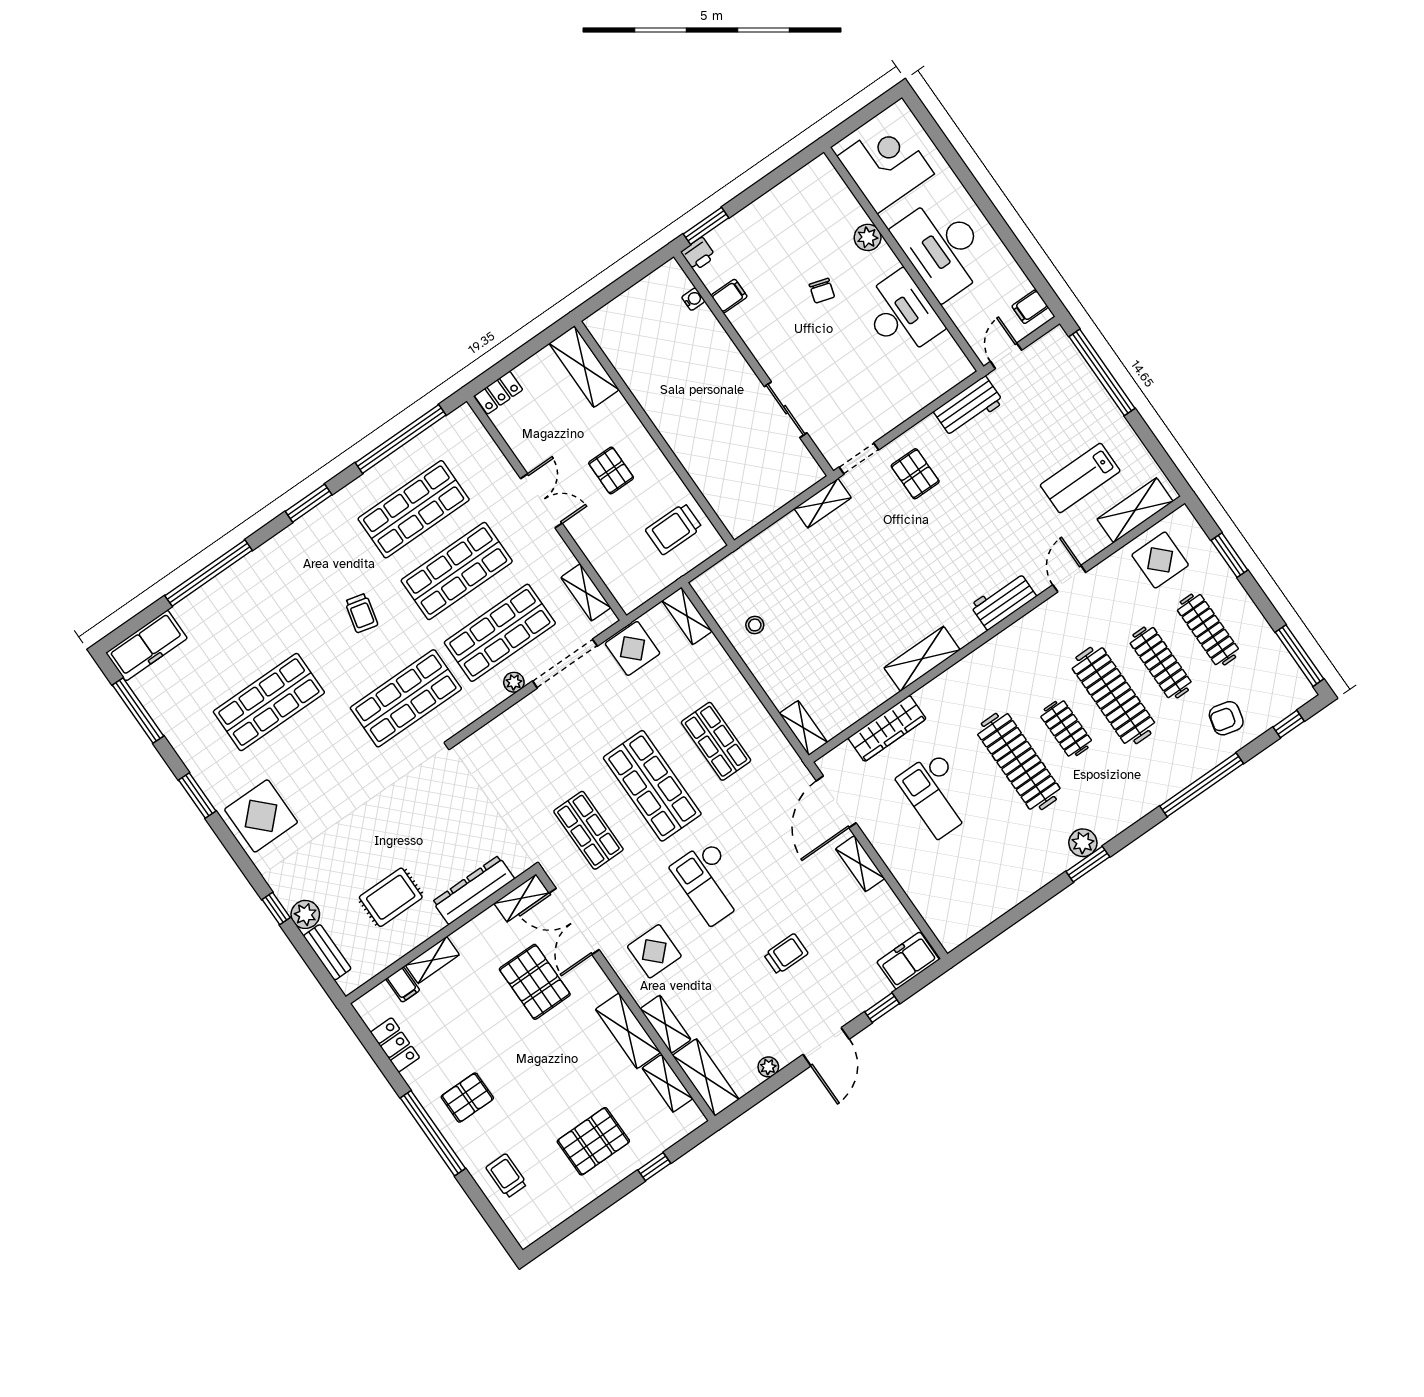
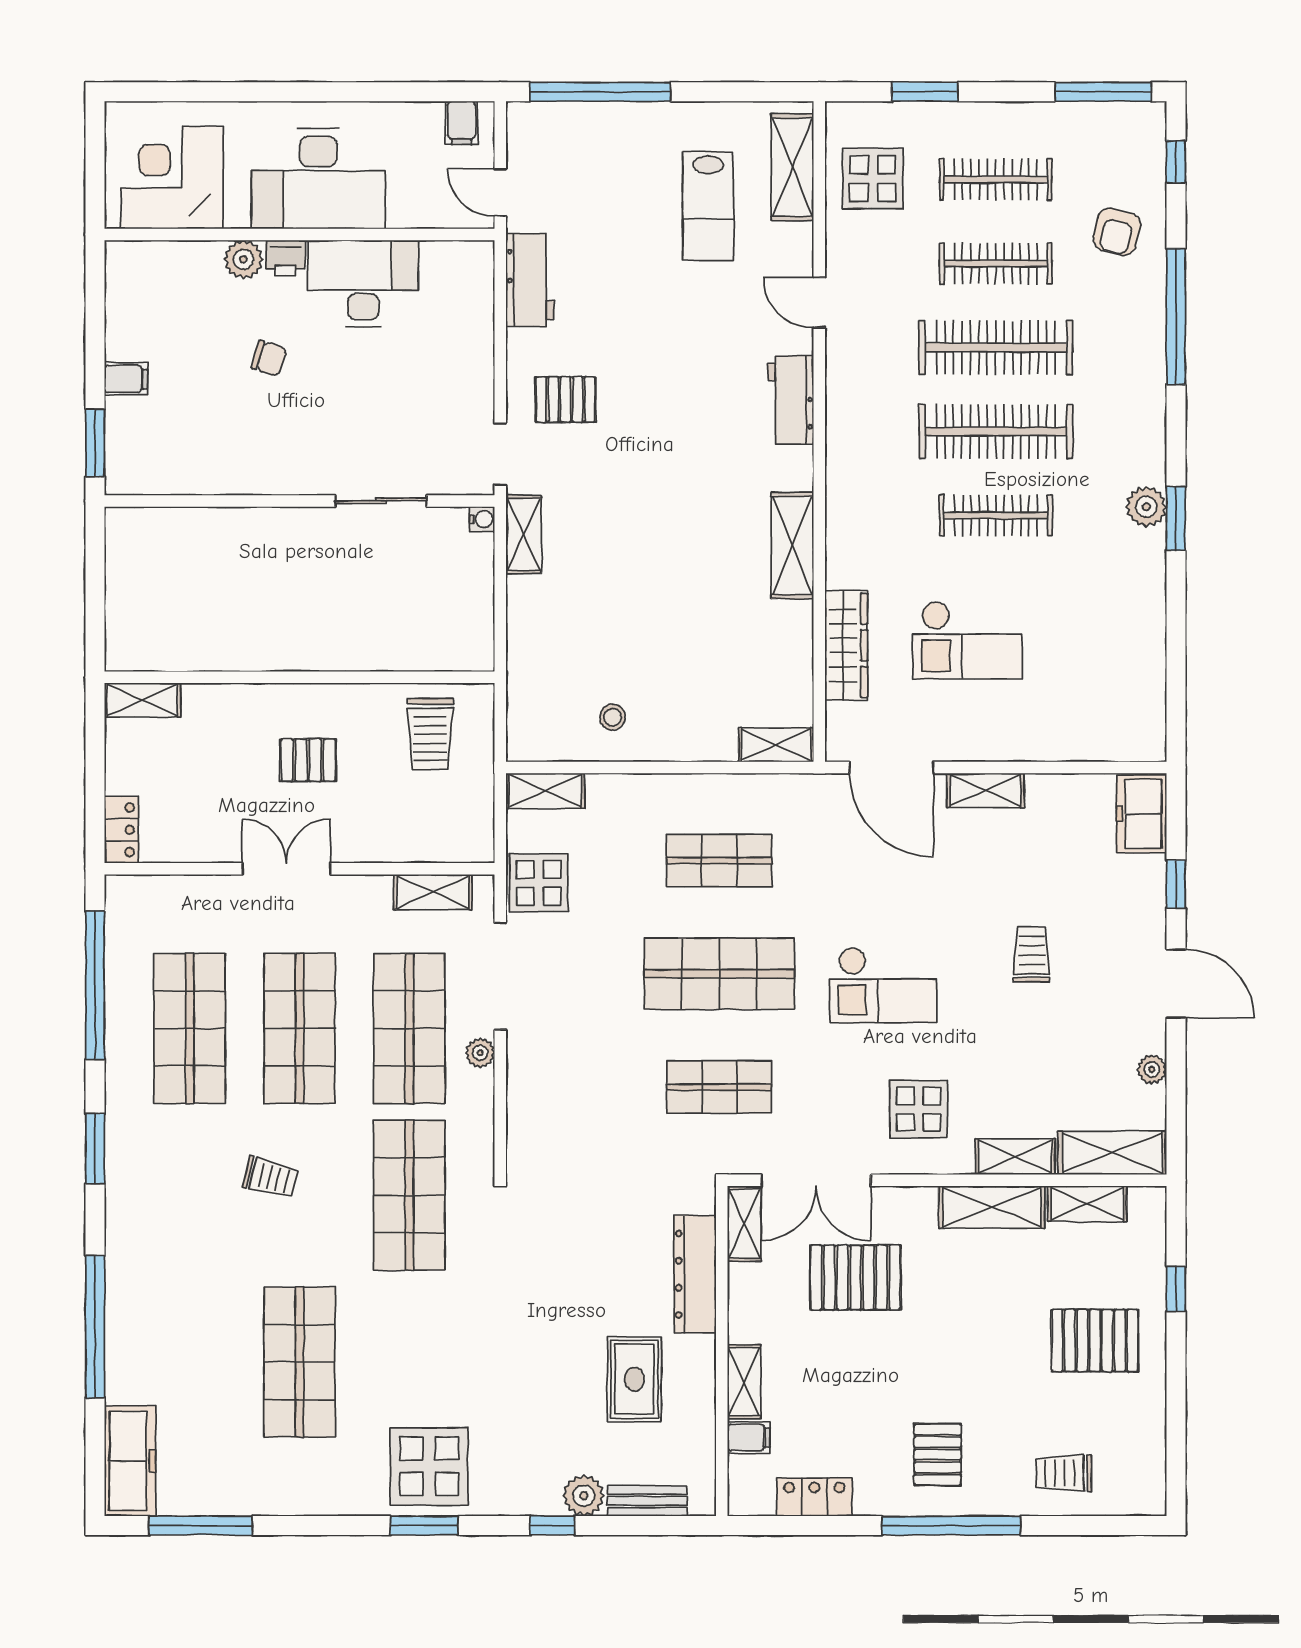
printer: (698, 254) -> (285, 258), moved, turned 90
filing cabinet: (729, 296) -> (126, 379), moved, turned 90
water cooler: (693, 299) -> (482, 519), moved, turned 90
shelving: (584, 367) -> (142, 700), width x0.67, depth x0.75
clothes rail: (1066, 729) -> (996, 431), width x1.86, depth x1.31
clothes rail: (1019, 761) -> (996, 515), width x0.73, depth x0.76
window: (197, 795) -> (424, 1526), moved
pallet: (593, 1141) -> (1095, 1340), turned 90

